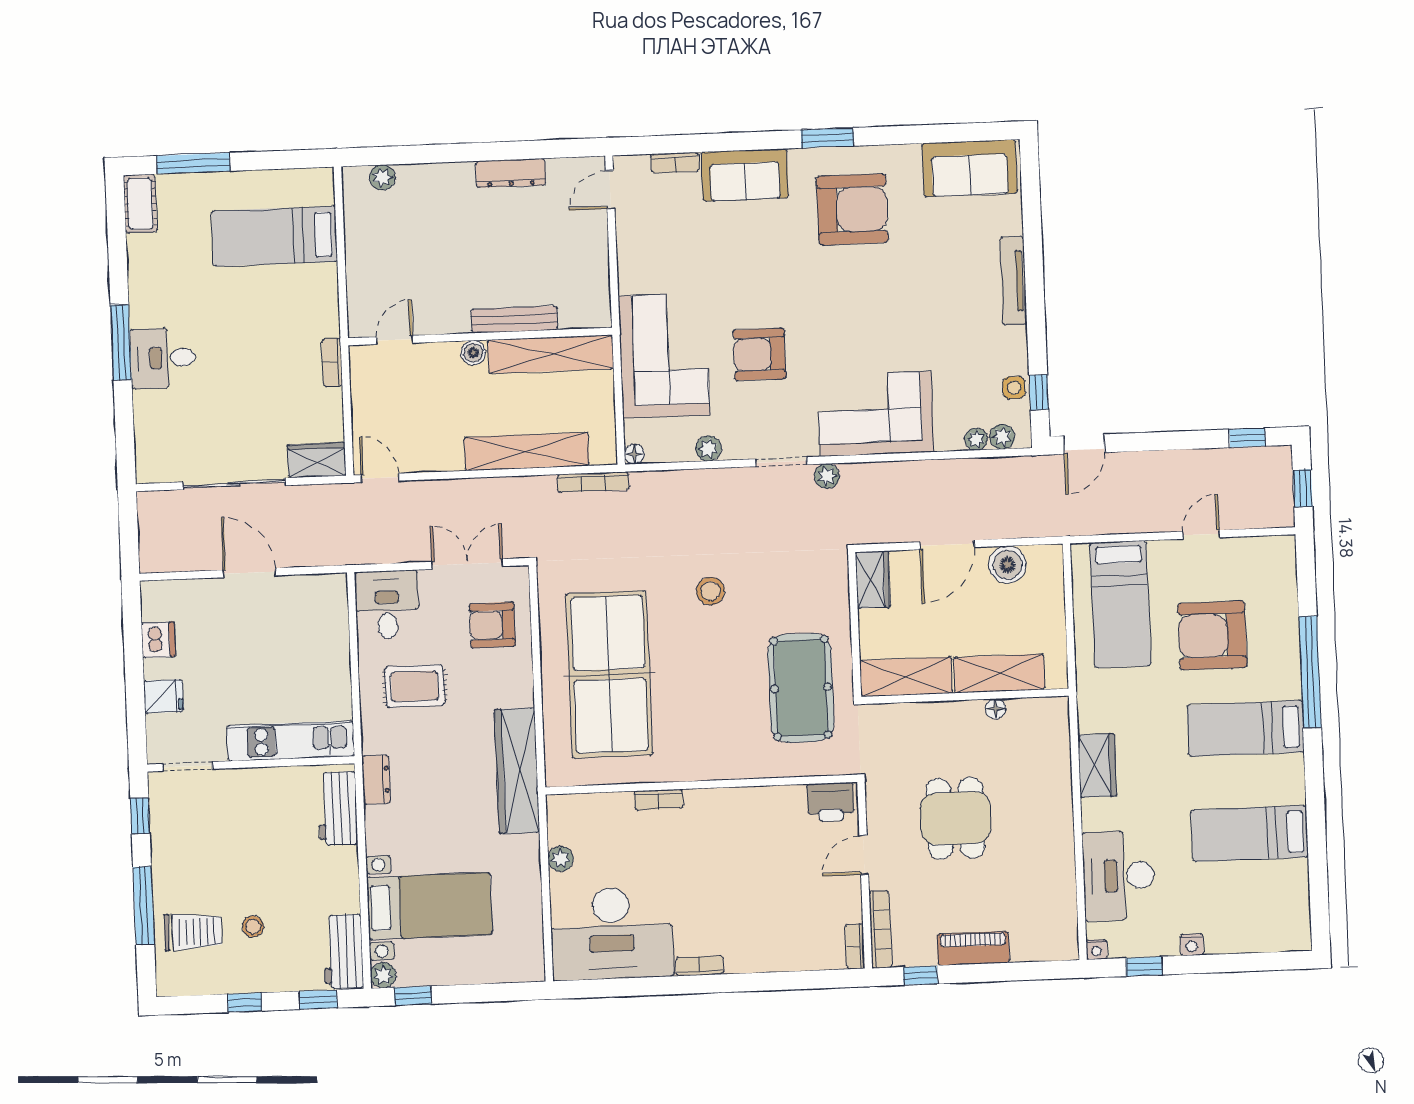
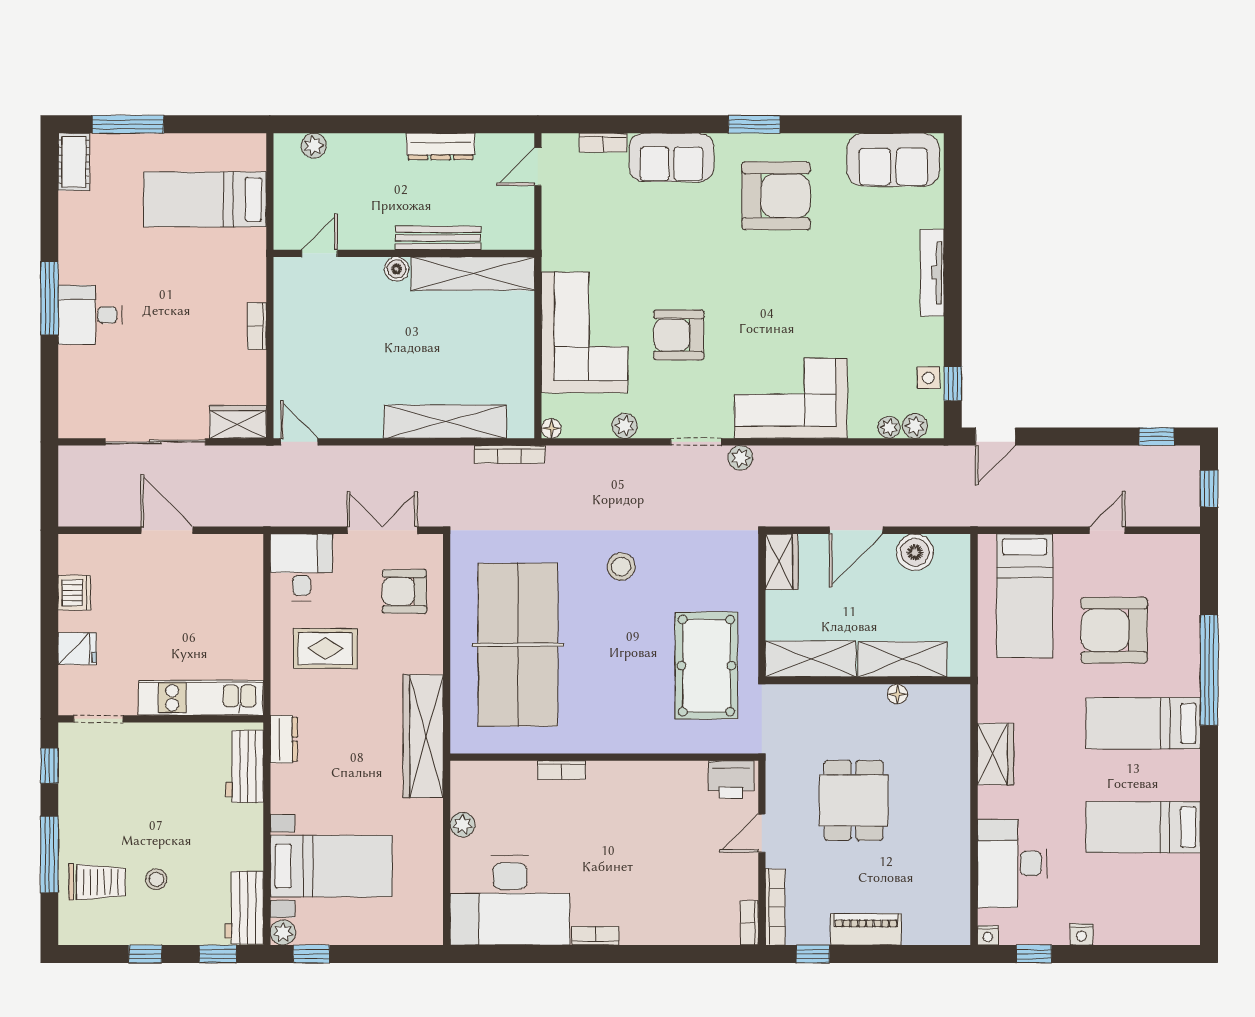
bench: (514, 319) -> (438, 238), moved
wall: (480, 336) -> (404, 253), moved
door: (395, 340) -> (319, 253), moved
boiler: (473, 353) -> (396, 269), moved
shelving: (551, 354) -> (473, 274), moved

